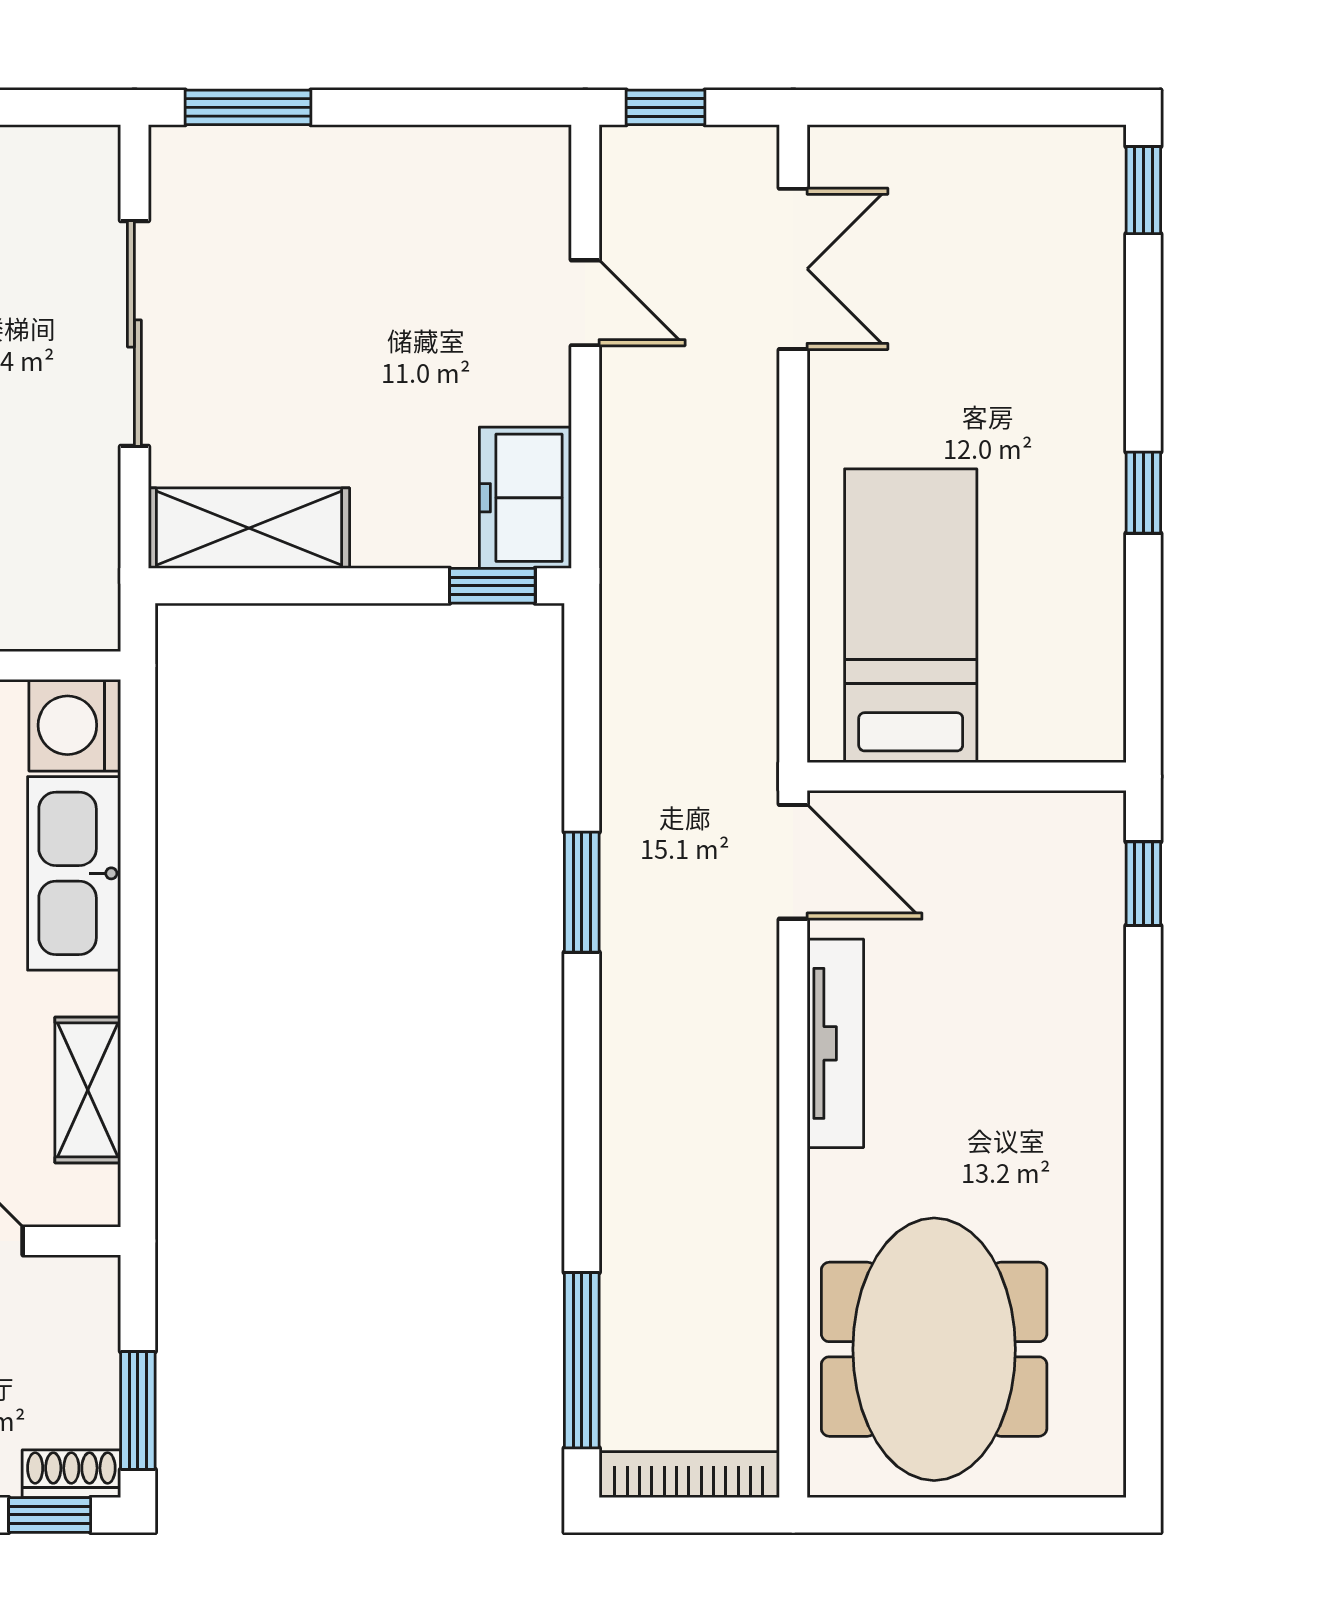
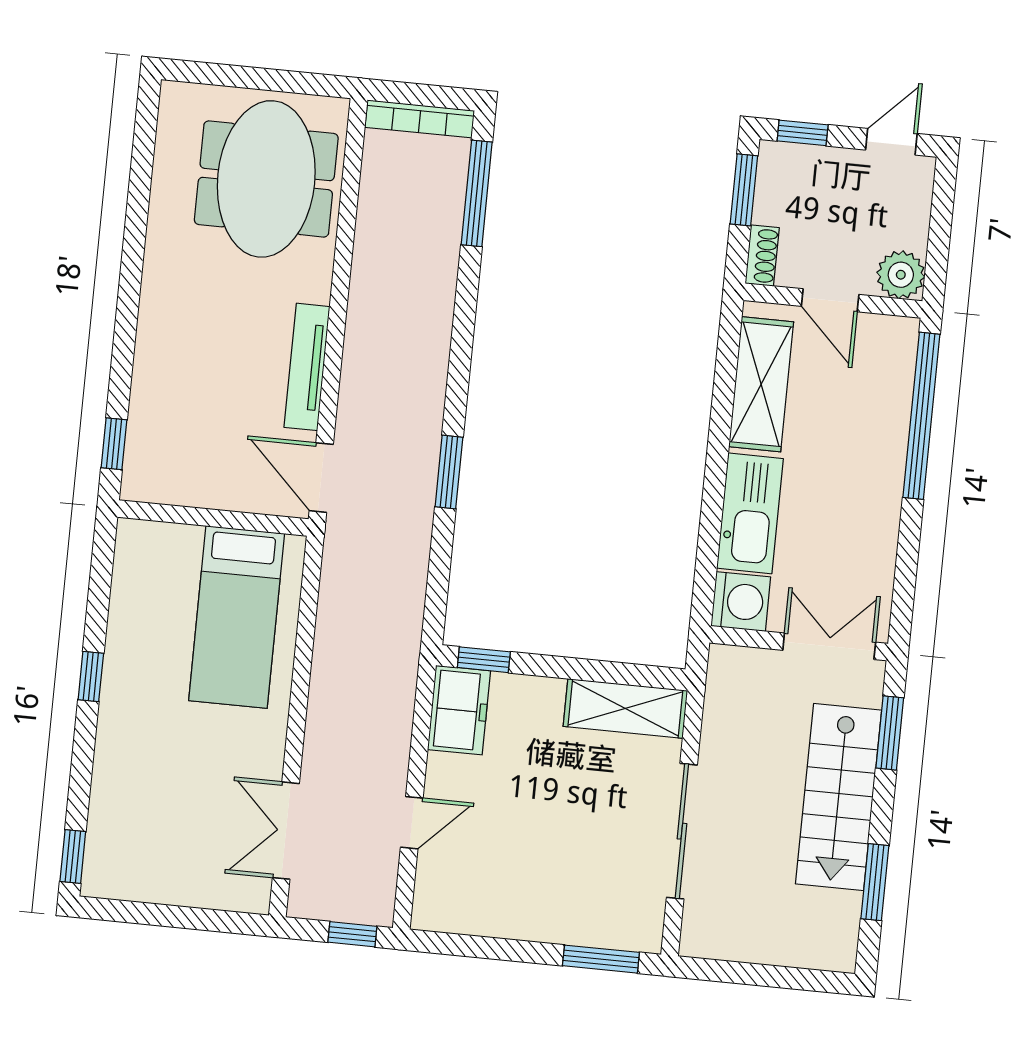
door: (585, 303) -> (412, 823), swing flipped
shelving: (88, 1090) -> (761, 384), width x1.50, depth x1.33
shoe rack: (71, 1474) -> (762, 256), moved, turned -90

